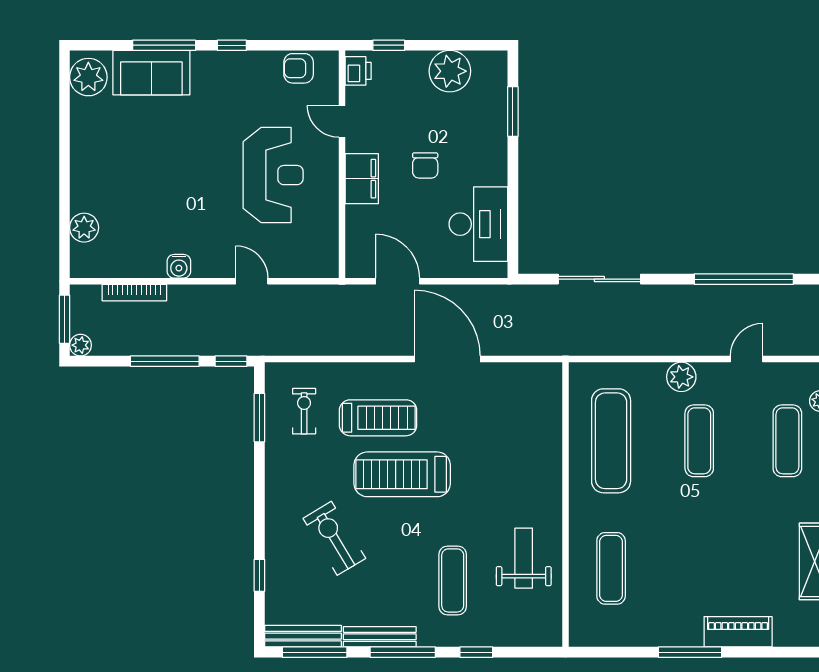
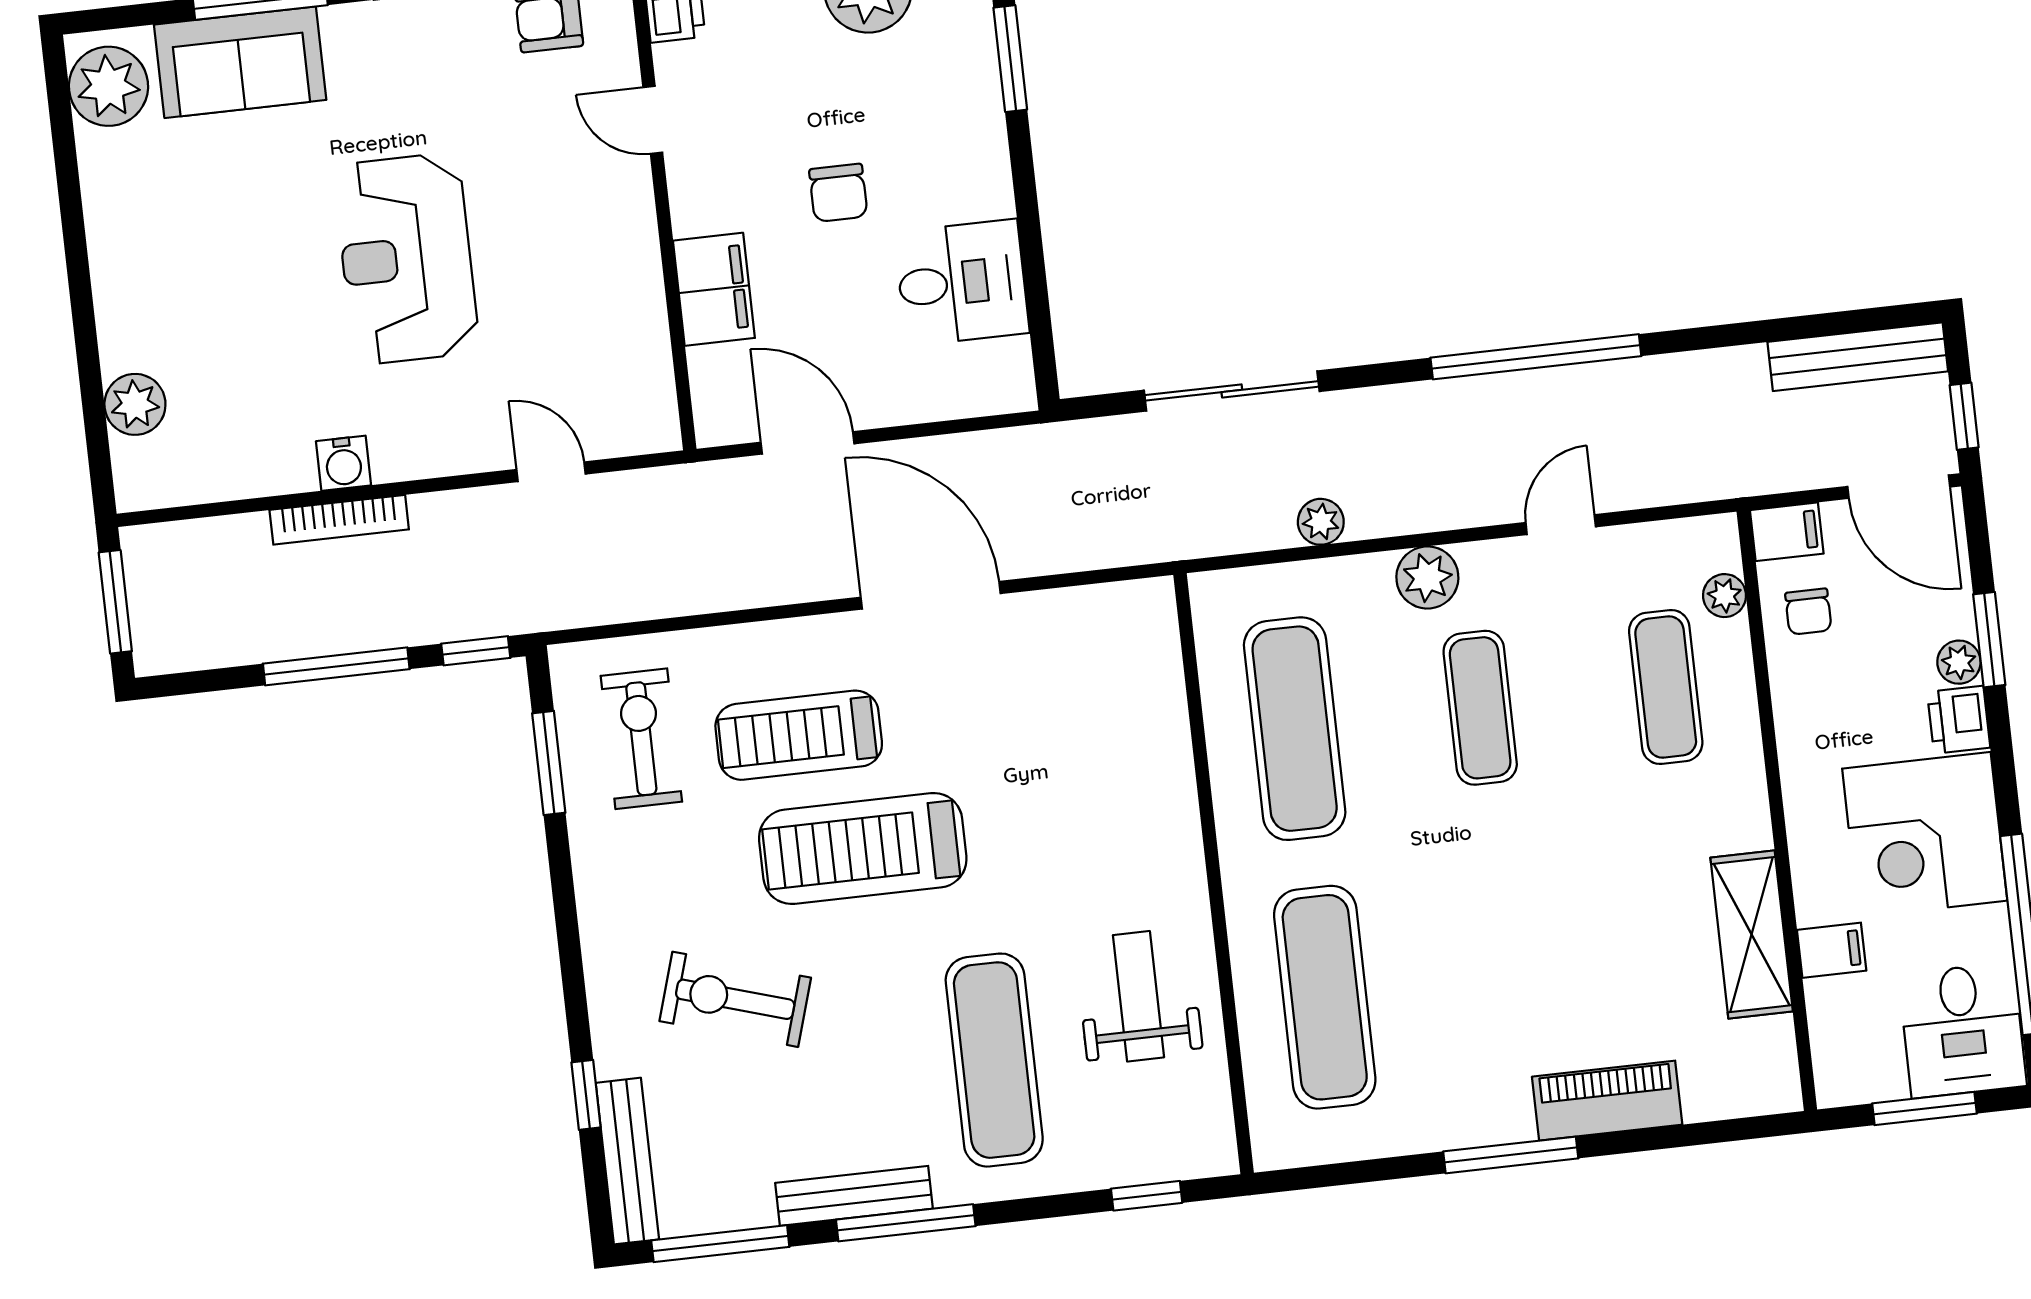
reception desk: (273, 175) -> (406, 259), moved, turned 180
filing cabinet: (362, 179) -> (714, 289), moved
desk: (478, 224) -> (962, 282), width x0.73
door: (252, 281) -> (551, 472), moved
bookcase: (134, 293) -> (339, 520), moved
plant: (81, 345) -> (1321, 522), moved
exercise bike: (304, 411) -> (641, 739), width x1.38, depth x1.39
treadmill: (378, 418) -> (799, 735), turned 180
exercise bike: (334, 538) -> (735, 999), turned -42
exercise mat: (611, 568) -> (1325, 997), width x1.36, depth x1.45
exercise mat: (453, 580) -> (994, 1060), width x1.36, depth x1.45
bench: (303, 636) -> (627, 1161), moved, turned 90
window: (476, 652) -> (1147, 1196), moved

